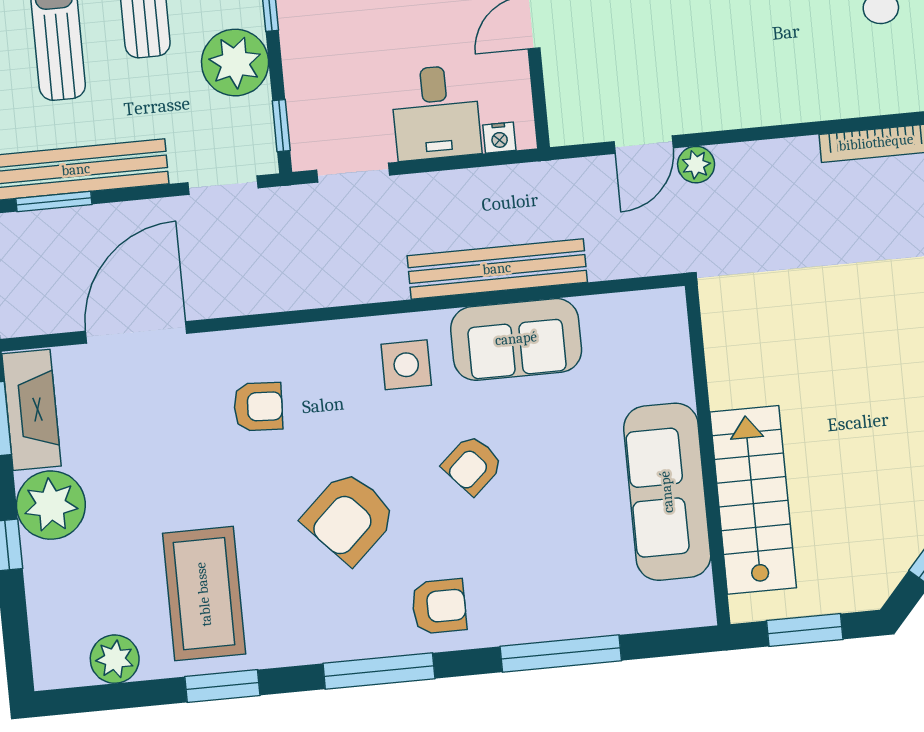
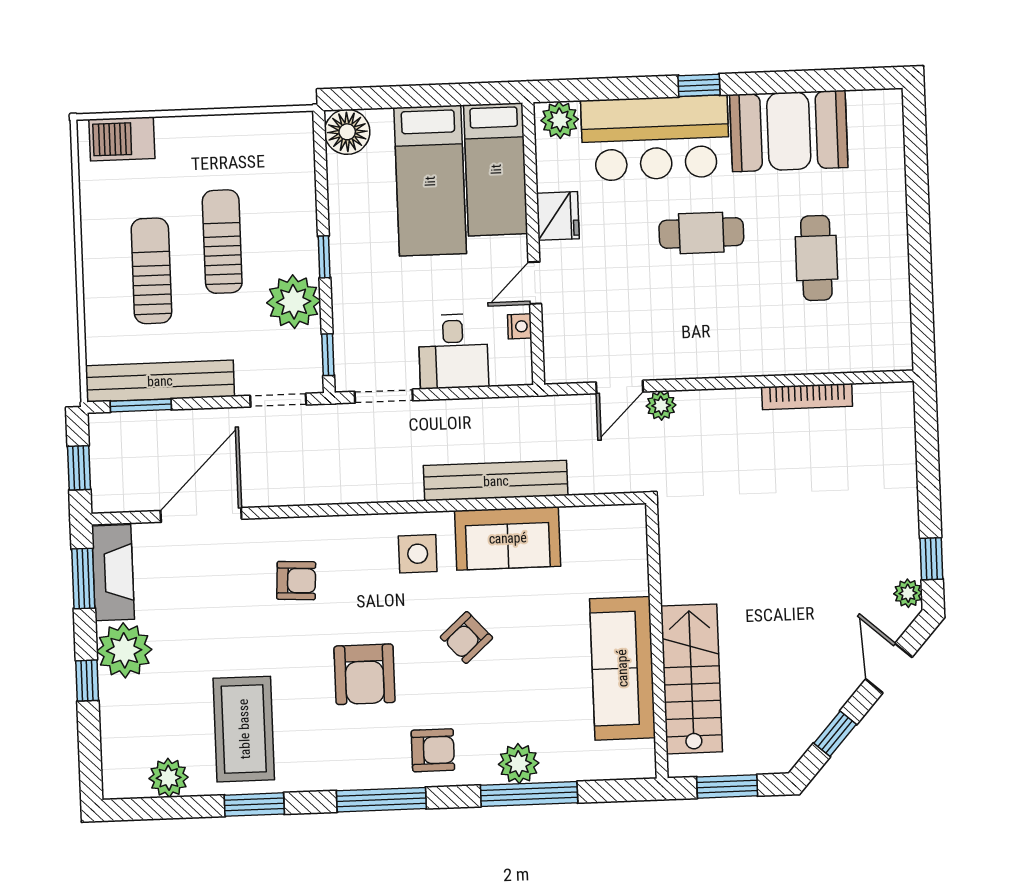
nightstand: (499, 138) -> (520, 326), moved, turned -90
armchair: (349, 517) -> (364, 674), turned -47
plant: (546, 617) -> (519, 764), added

